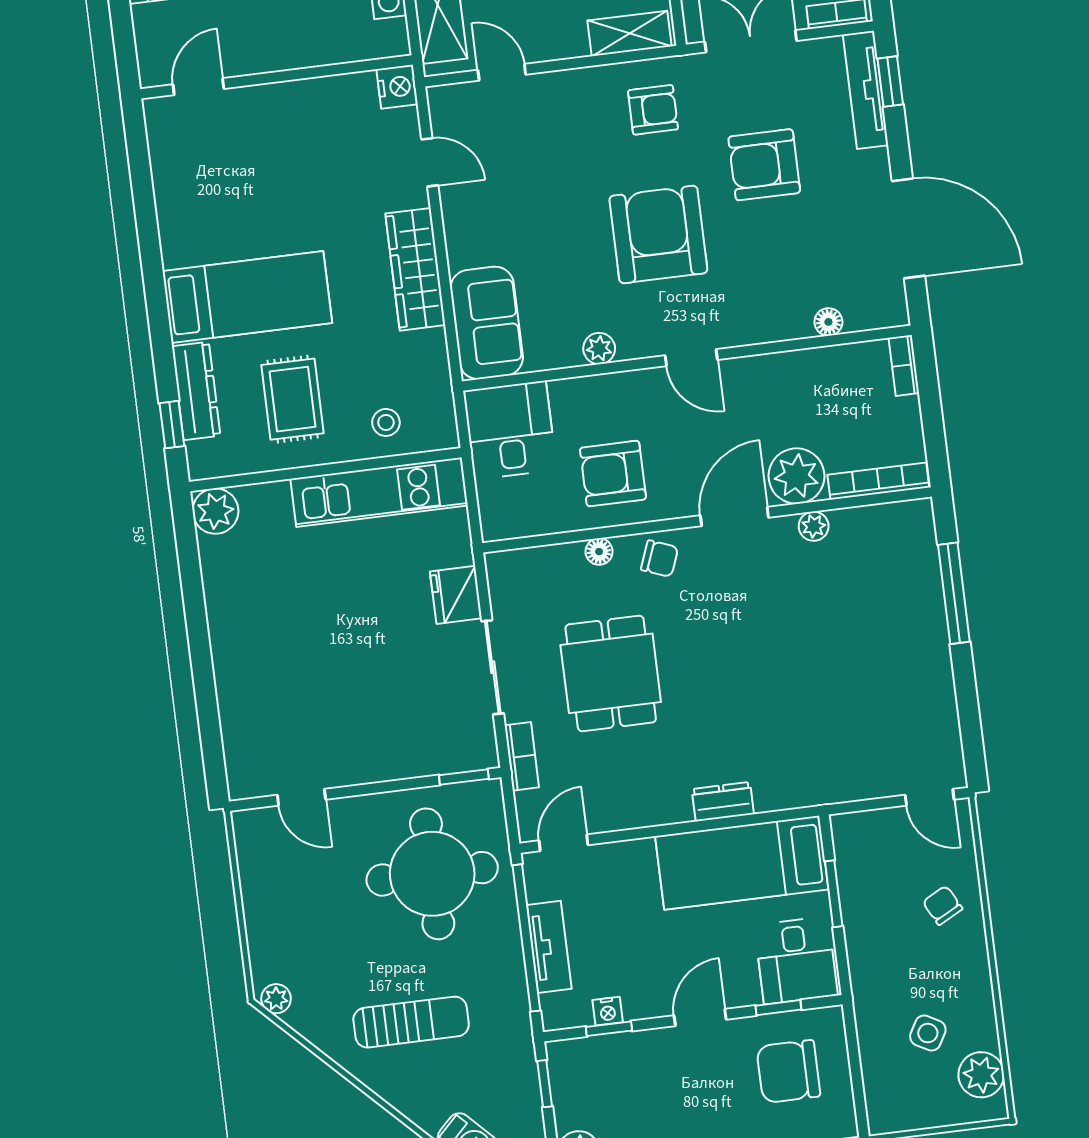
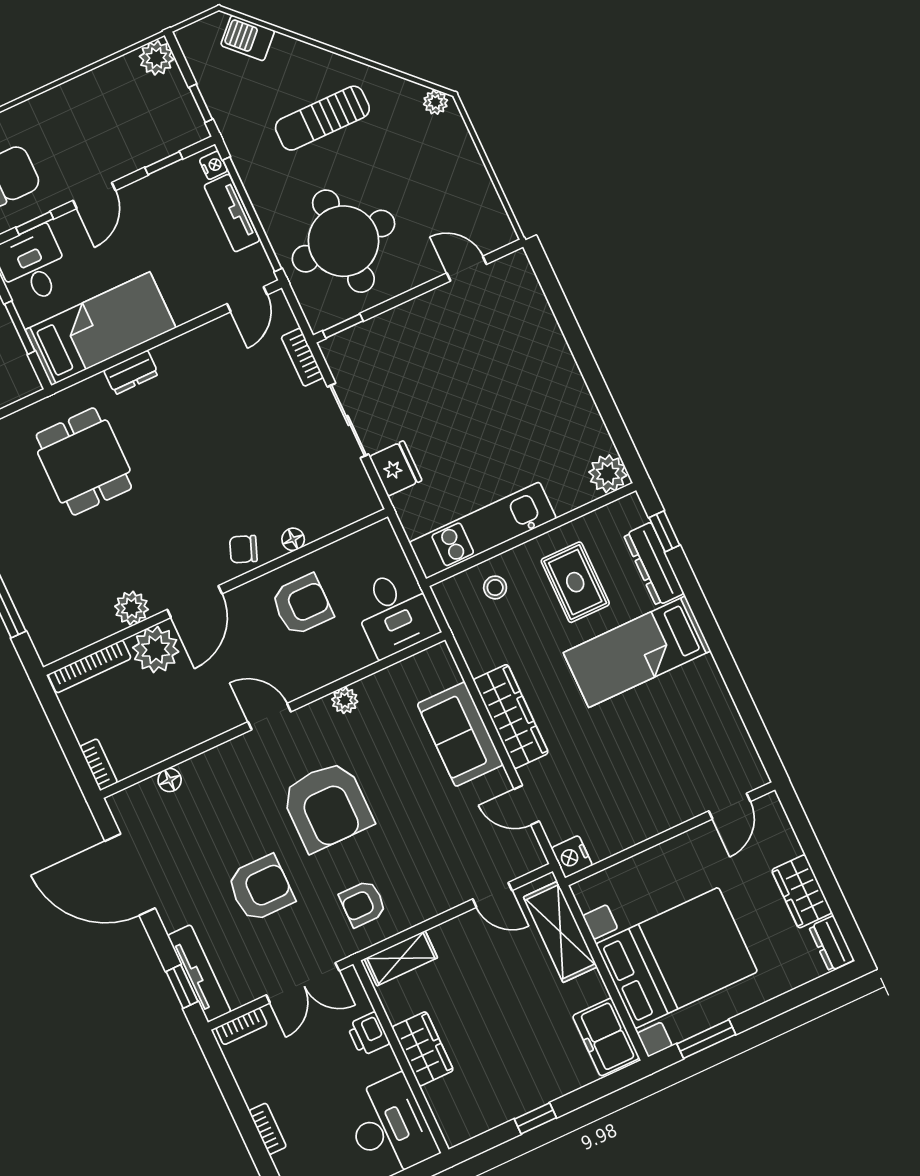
sofa: (487, 323) -> (460, 734), moved
plant: (814, 526) -> (132, 608), width x1.38, depth x1.38
dining table: (611, 673) -> (84, 461), moved
nightstand: (608, 1011) -> (213, 165), moved, turned 90

